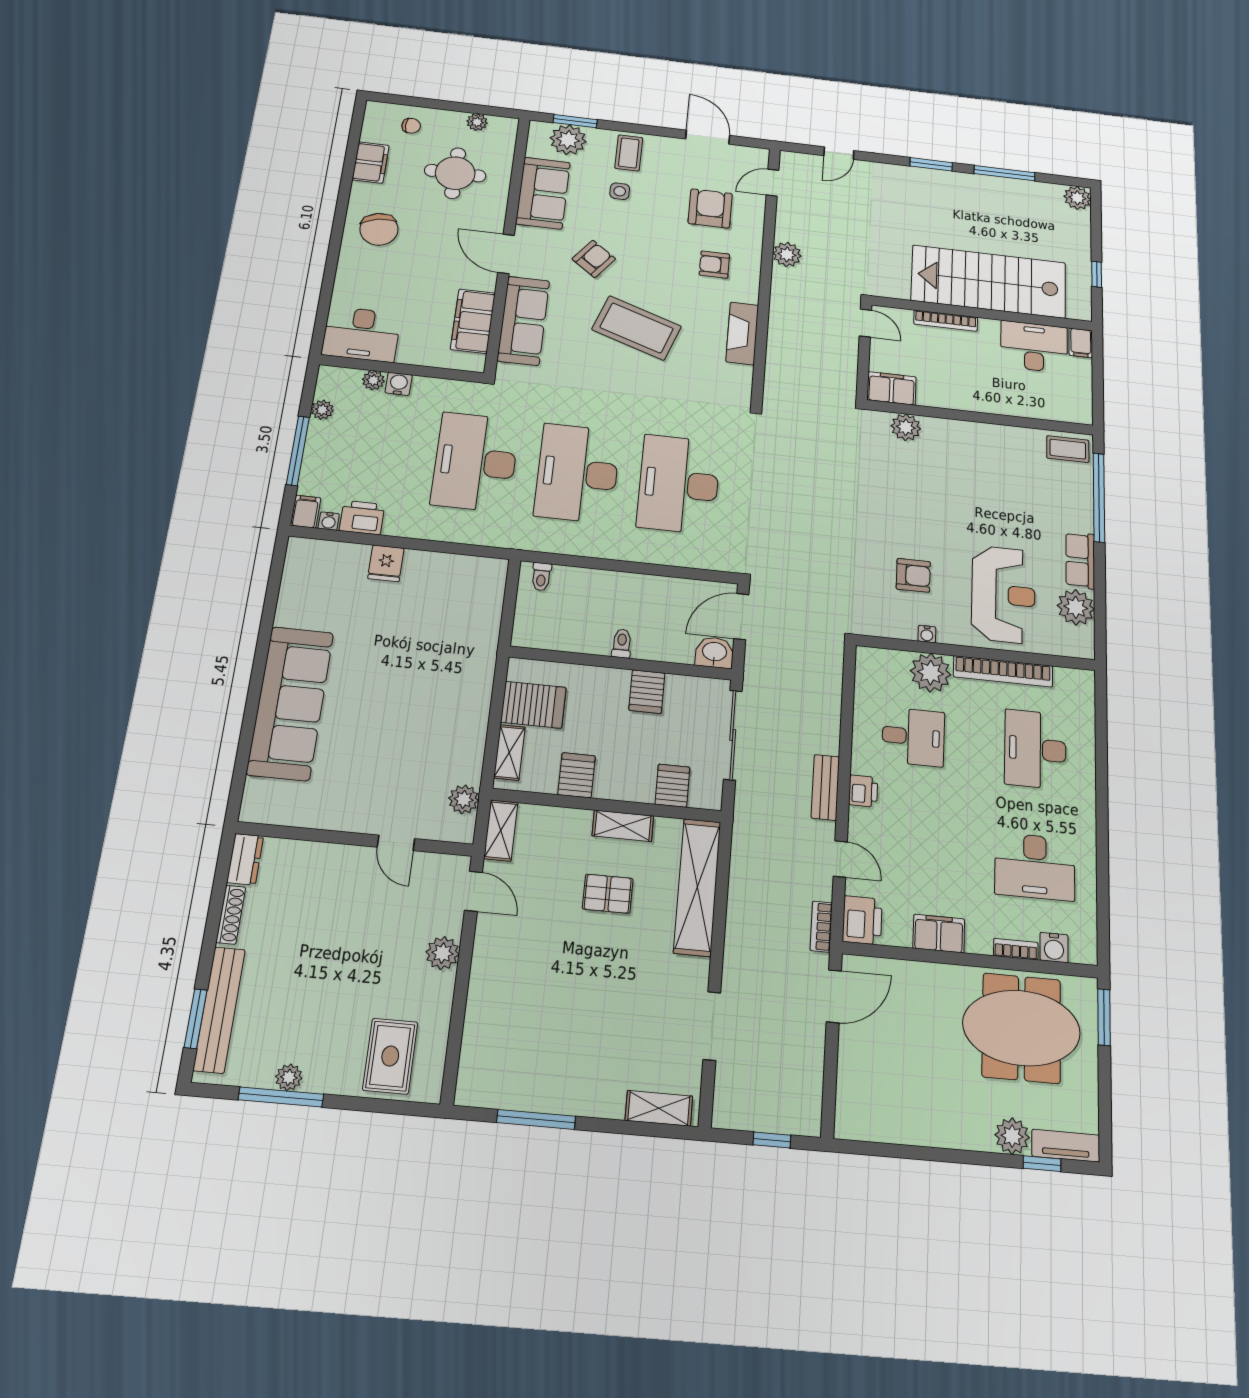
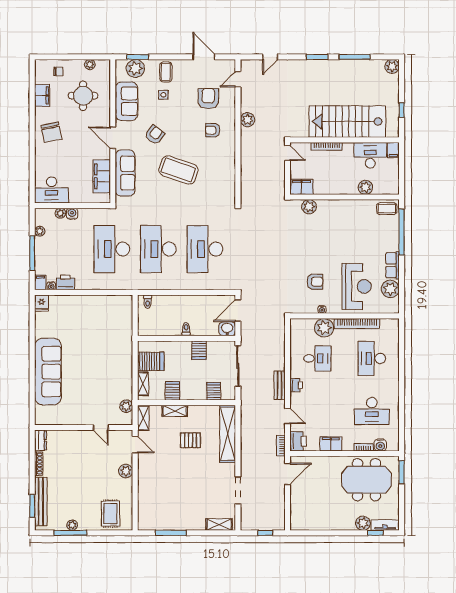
fireplace: (742, 333) -> (229, 166), removed
plant: (1024, 404) -> (365, 187), added
fridge: (386, 563) -> (42, 303), moved
shelving: (623, 826) -> (175, 411), moved

